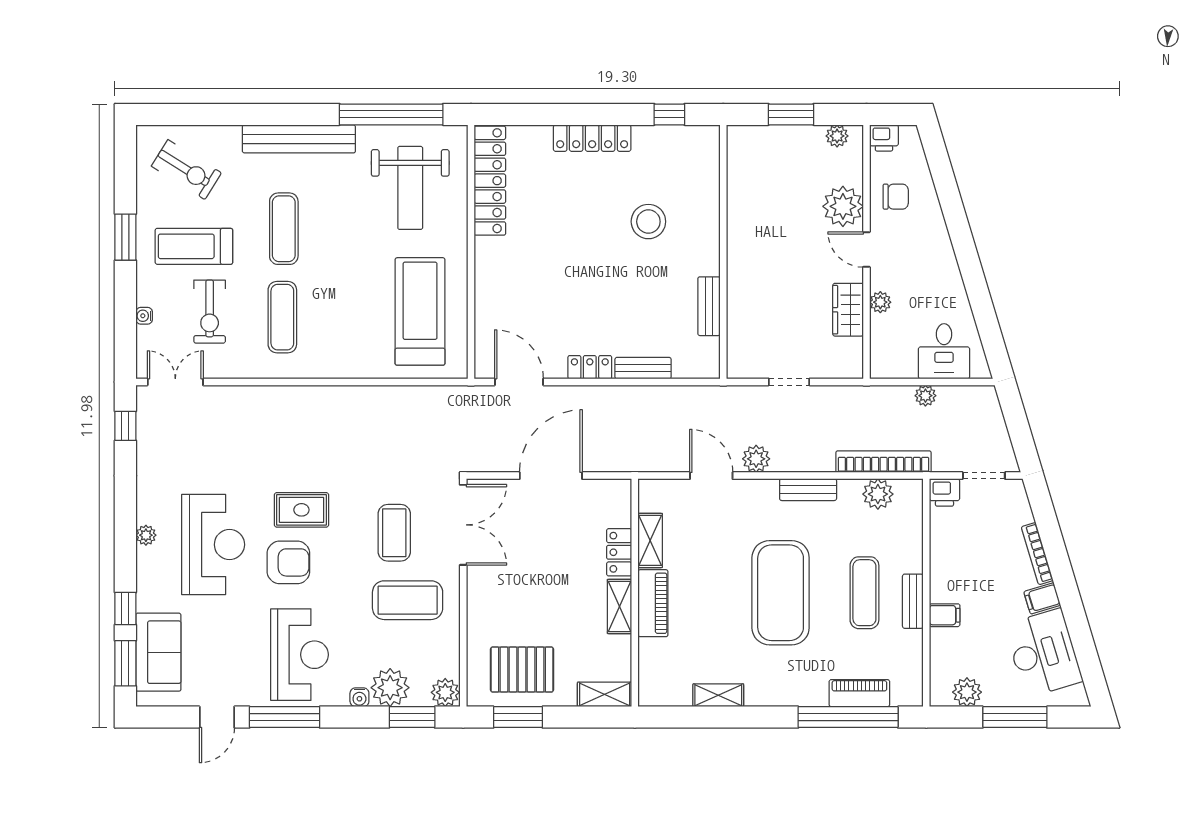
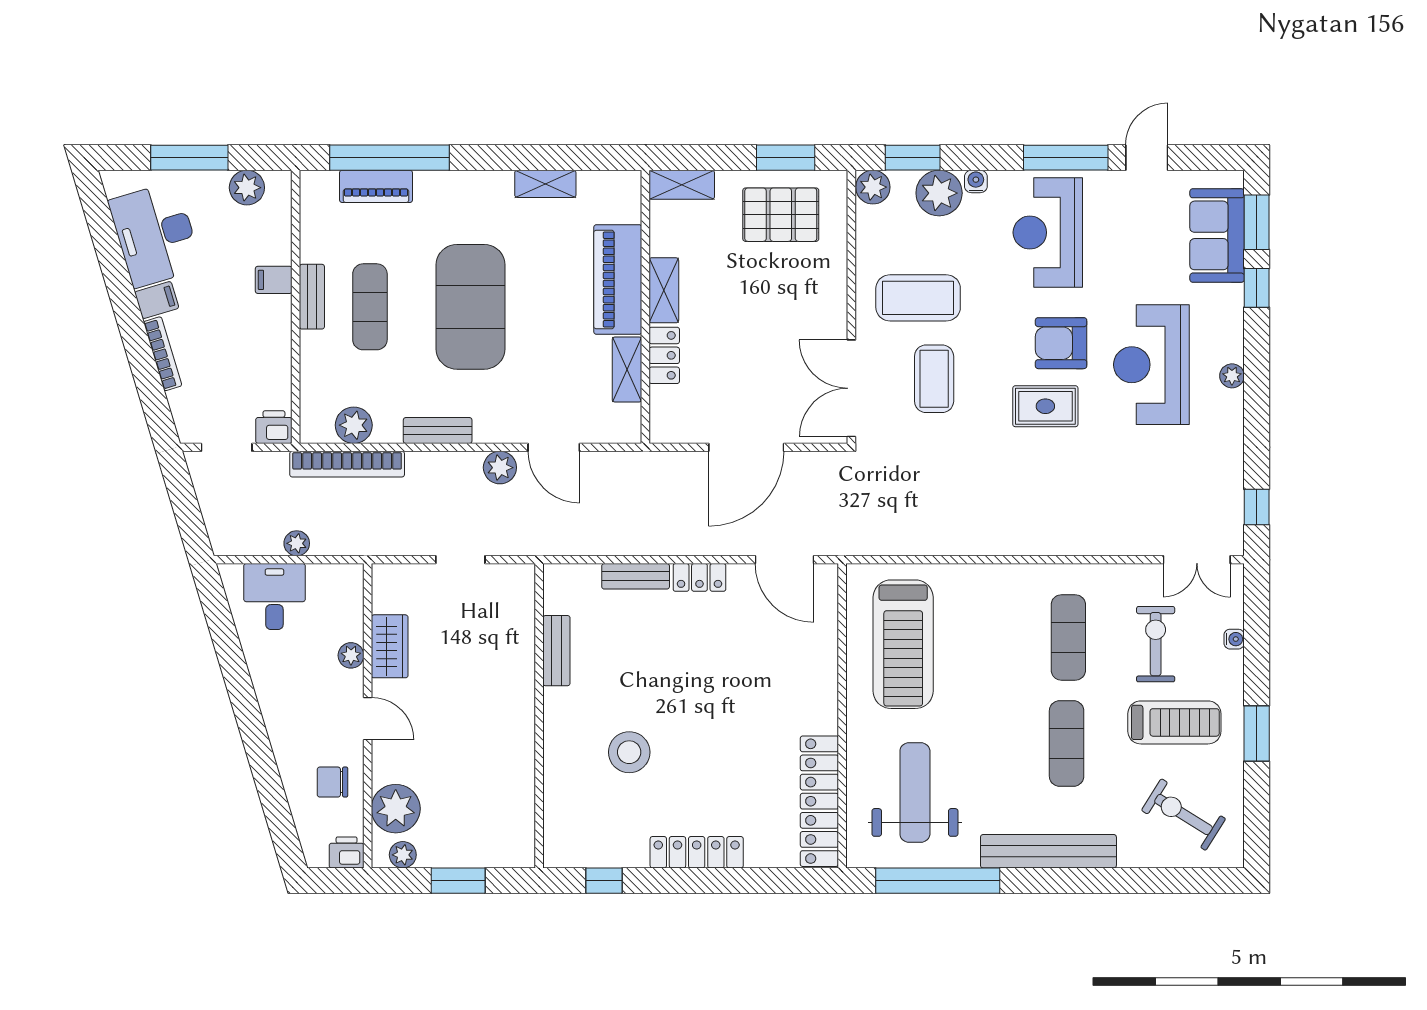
plant: (843, 206) -> (396, 809), moved
piano: (653, 603) -> (618, 279), width x1.37, depth x1.33

